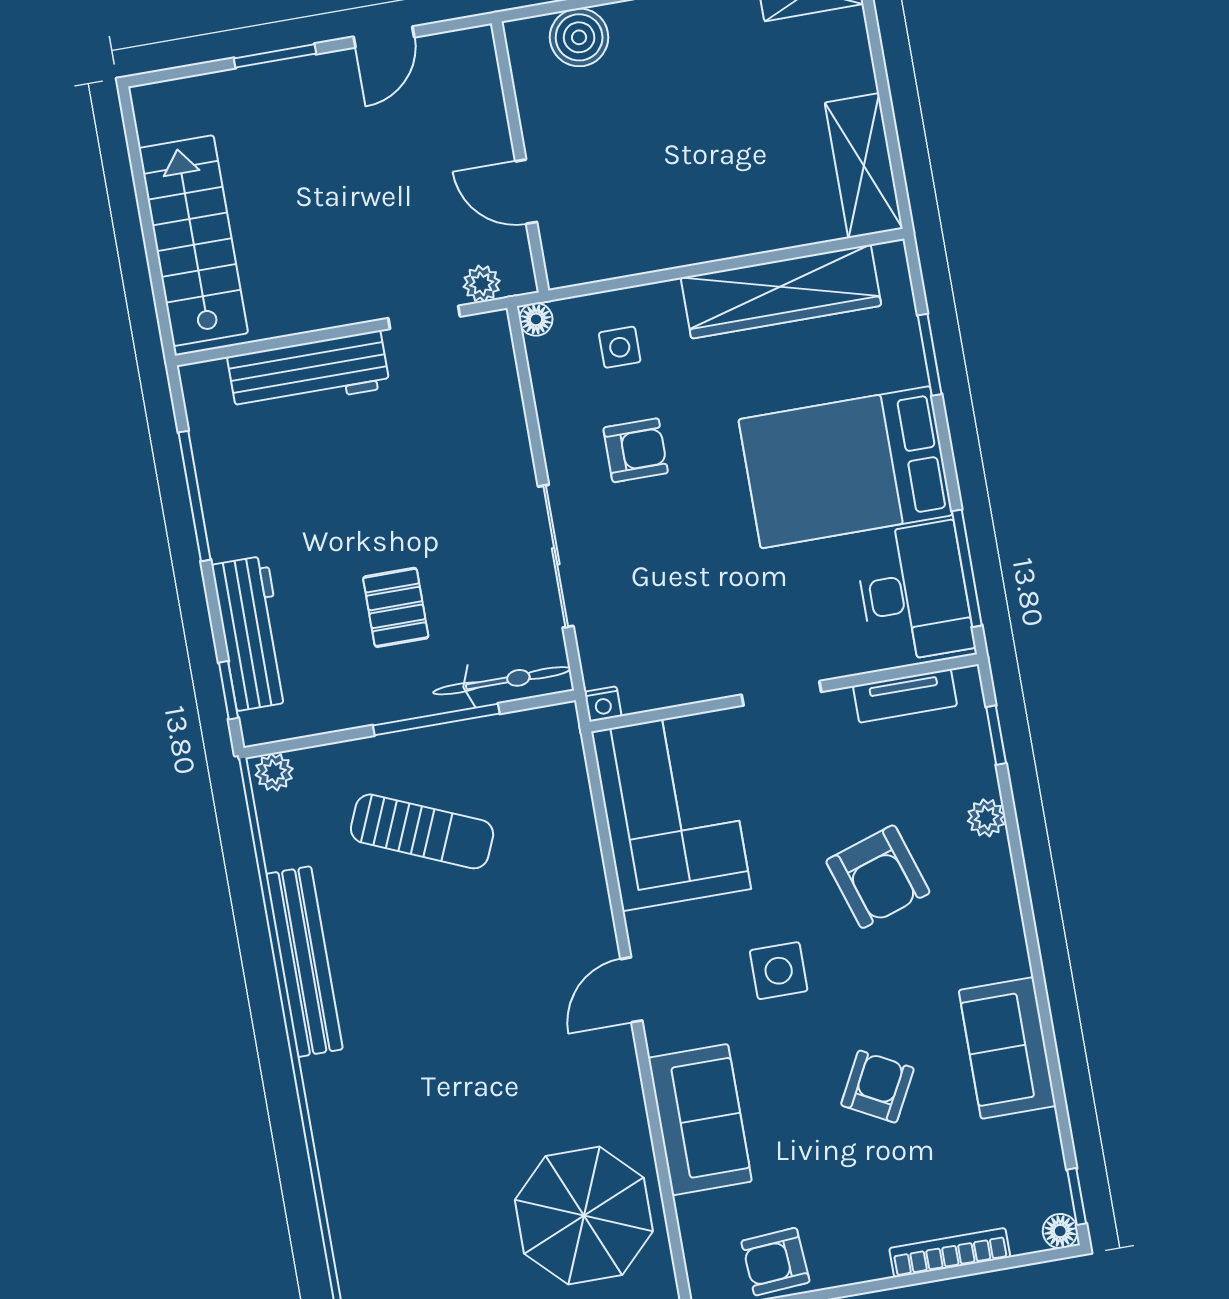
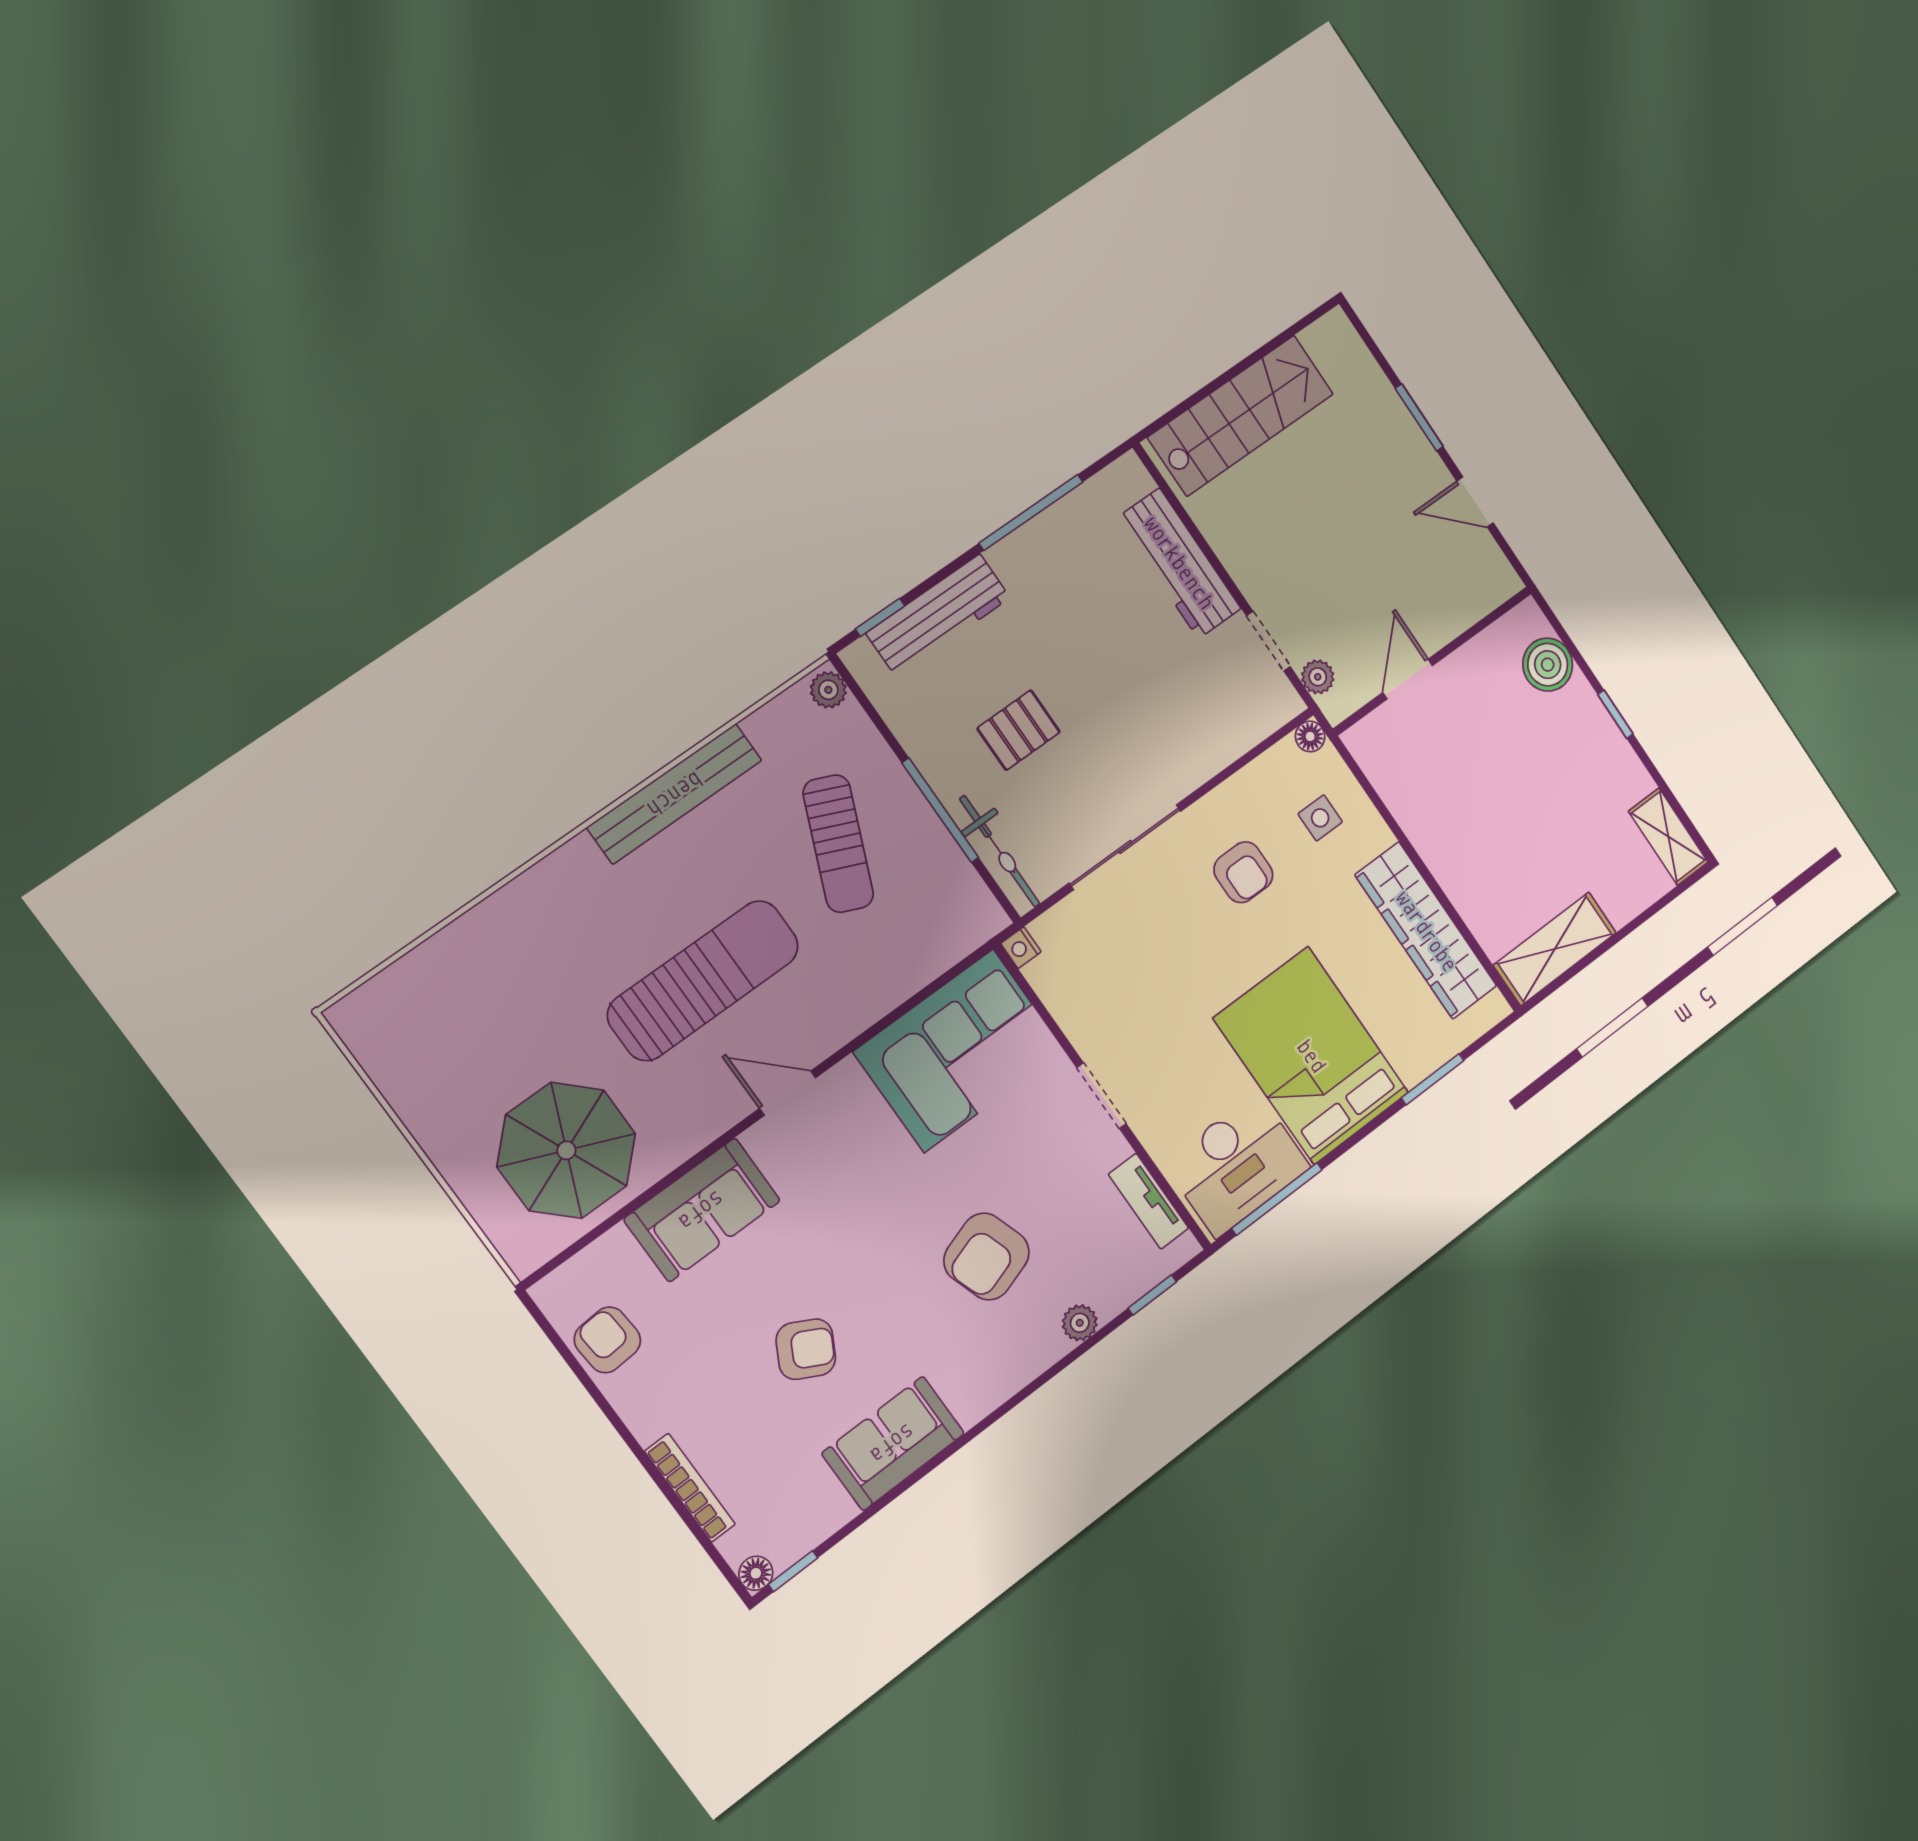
side table: (779, 971) -> (865, 1212), removed
sun lounger: (489, 1018) -> (703, 981), added

